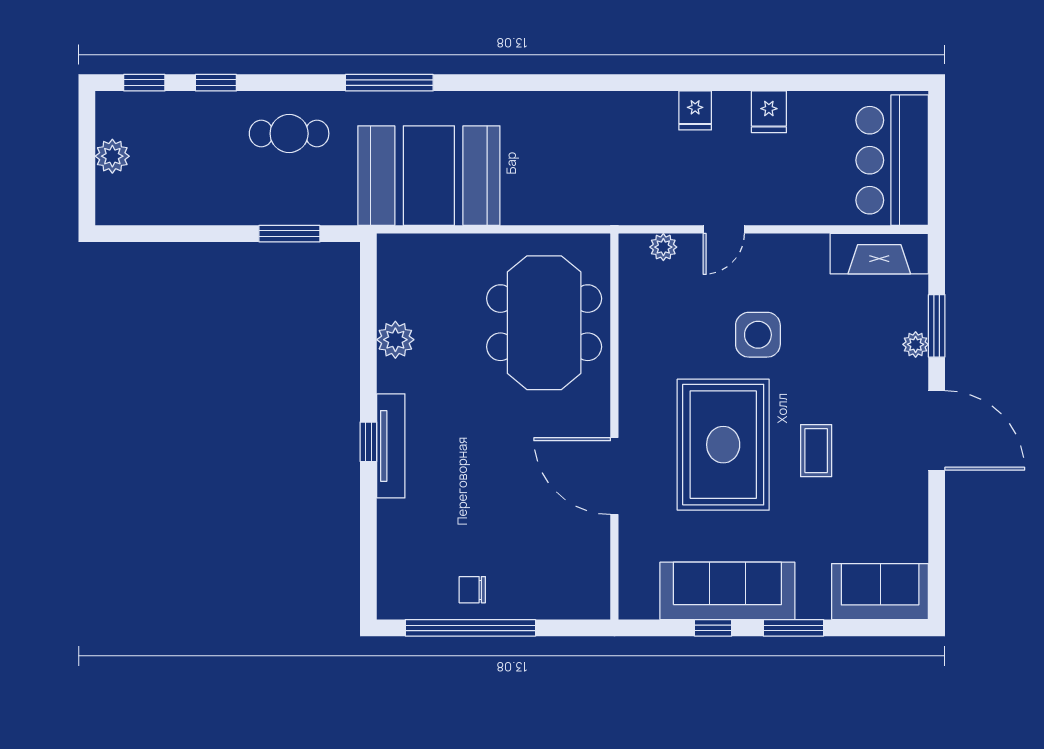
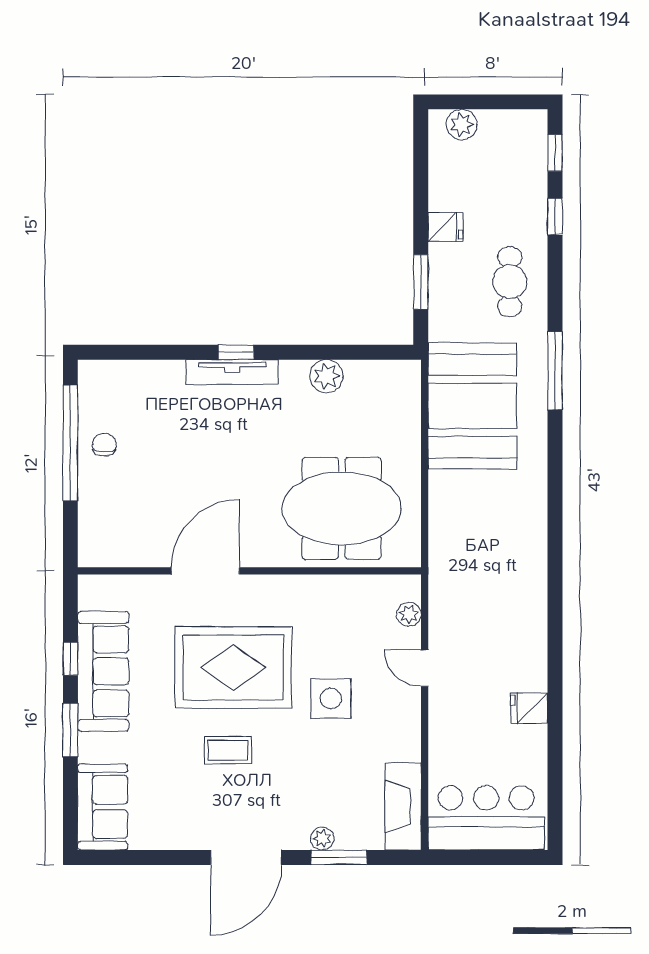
fridge: (695, 110) -> (445, 227), moved, turned 180
plant: (112, 156) -> (462, 124), moved

